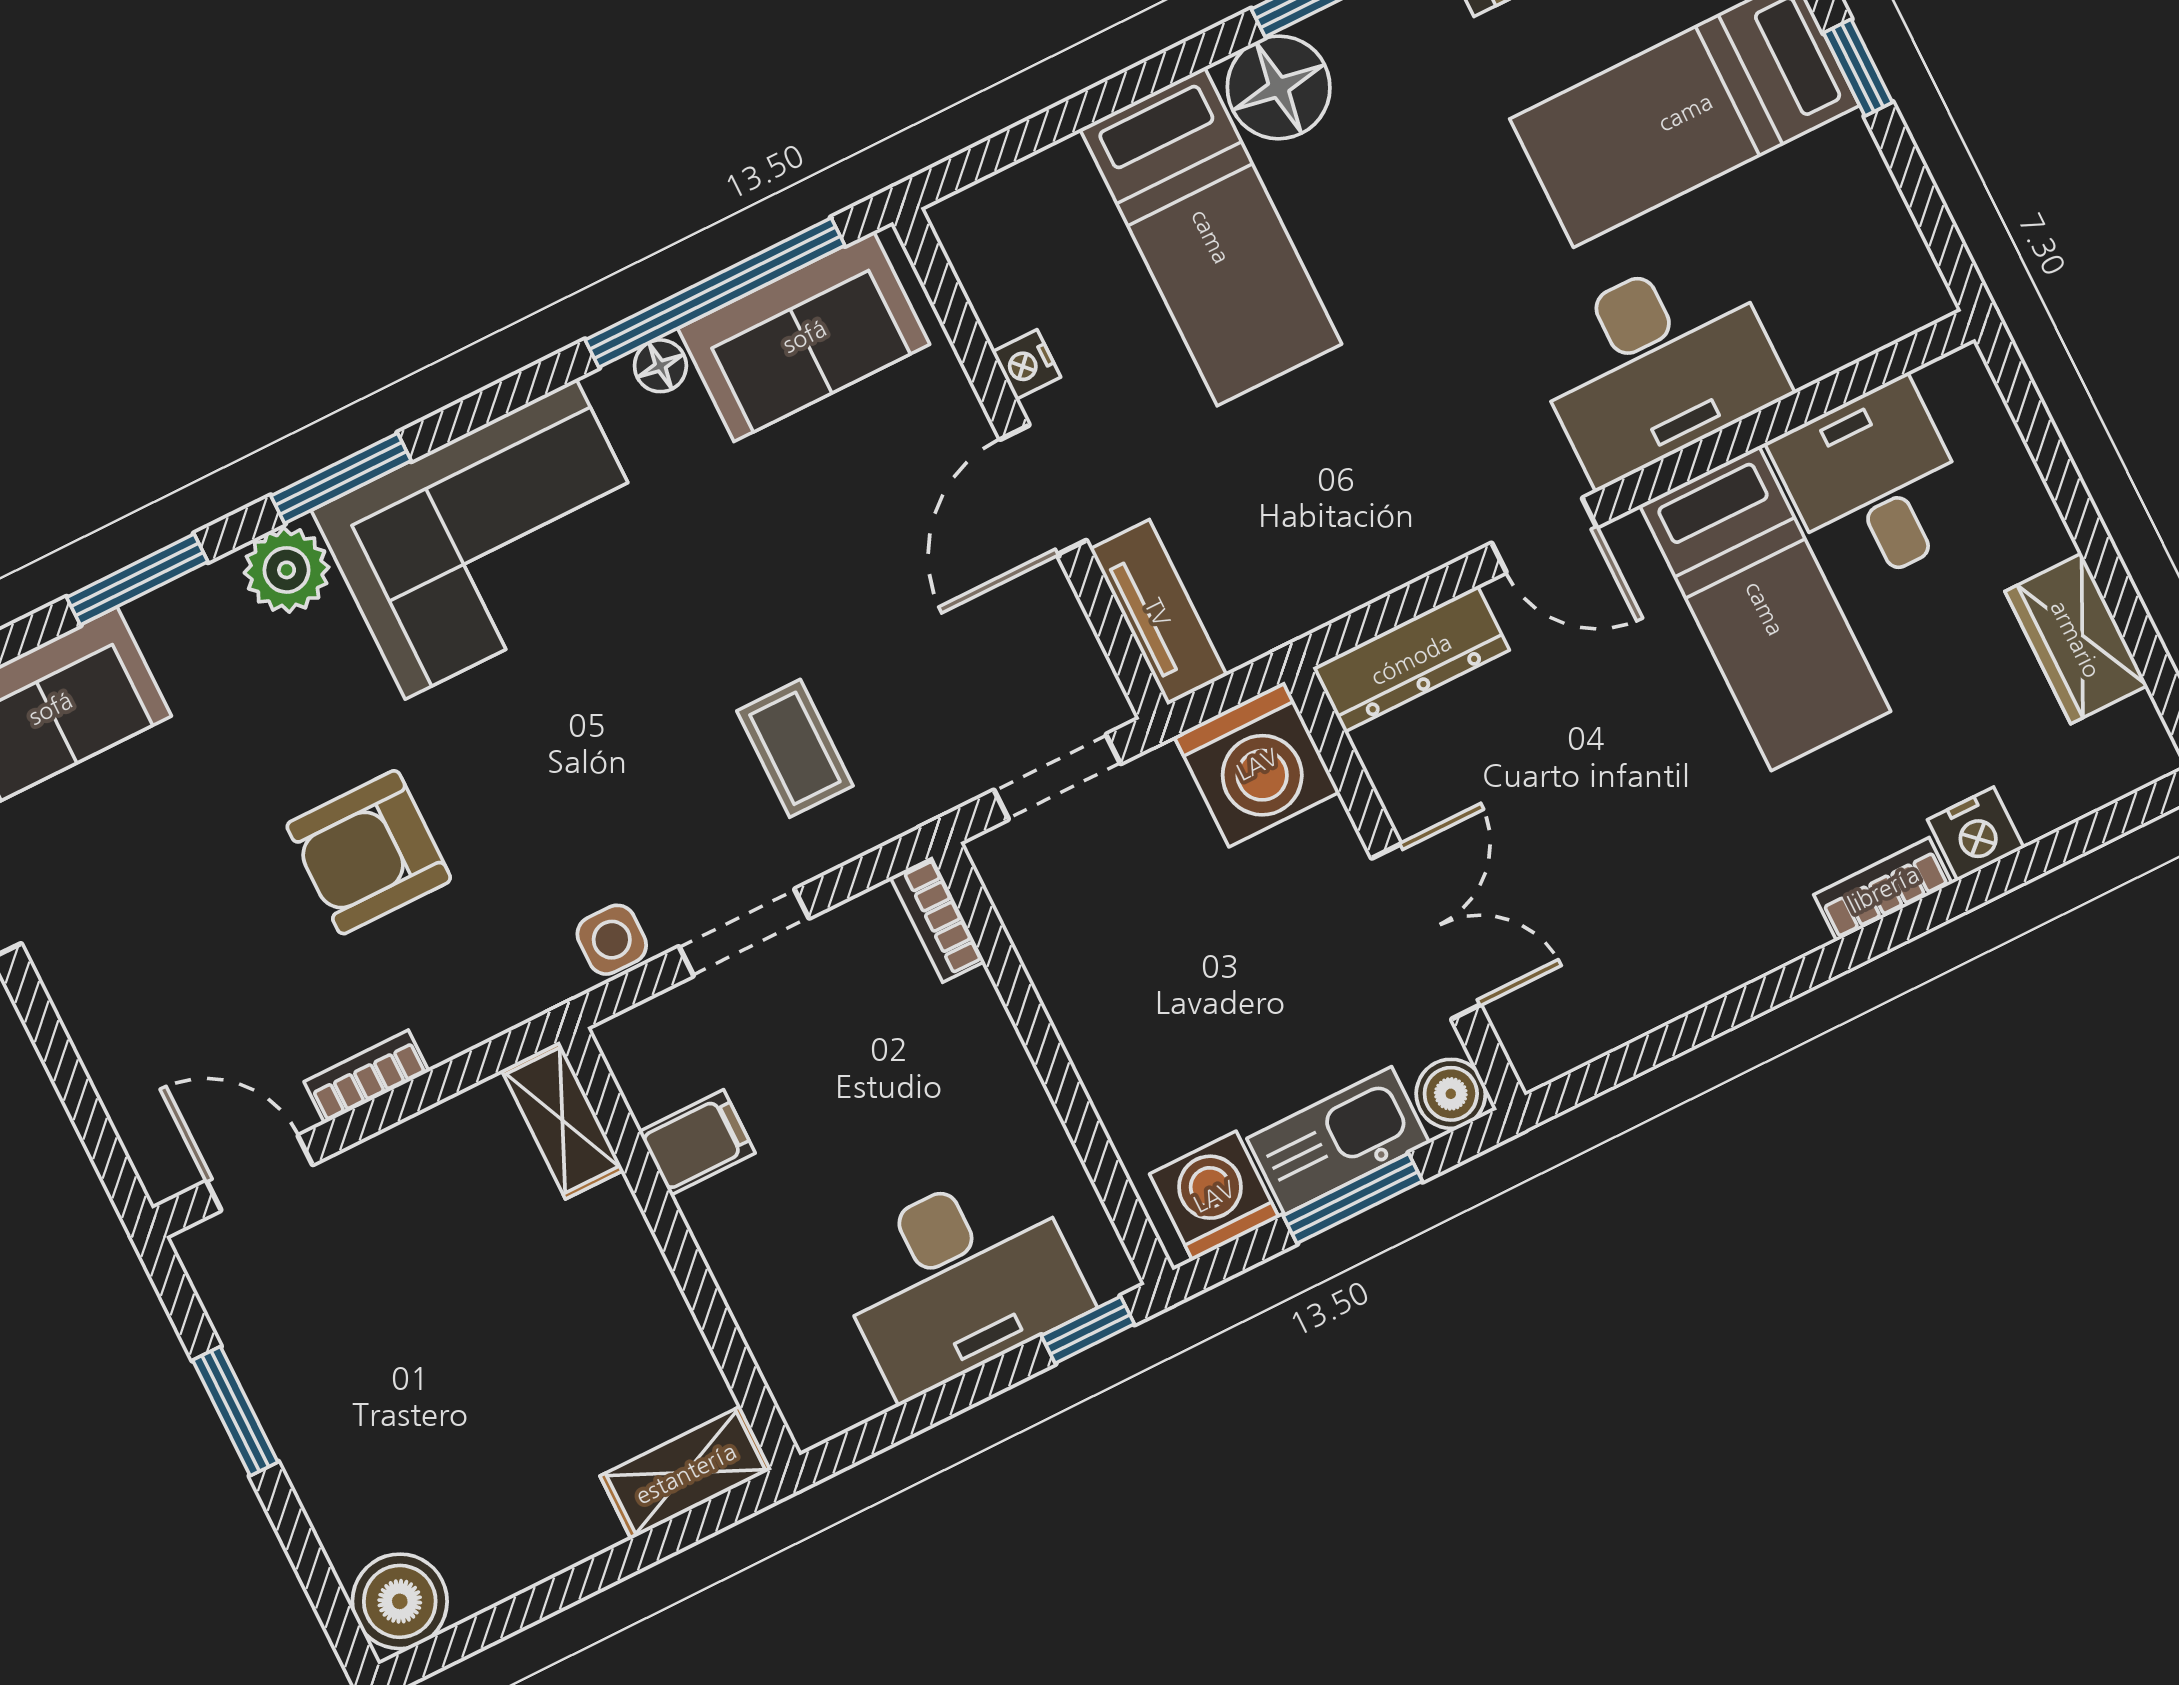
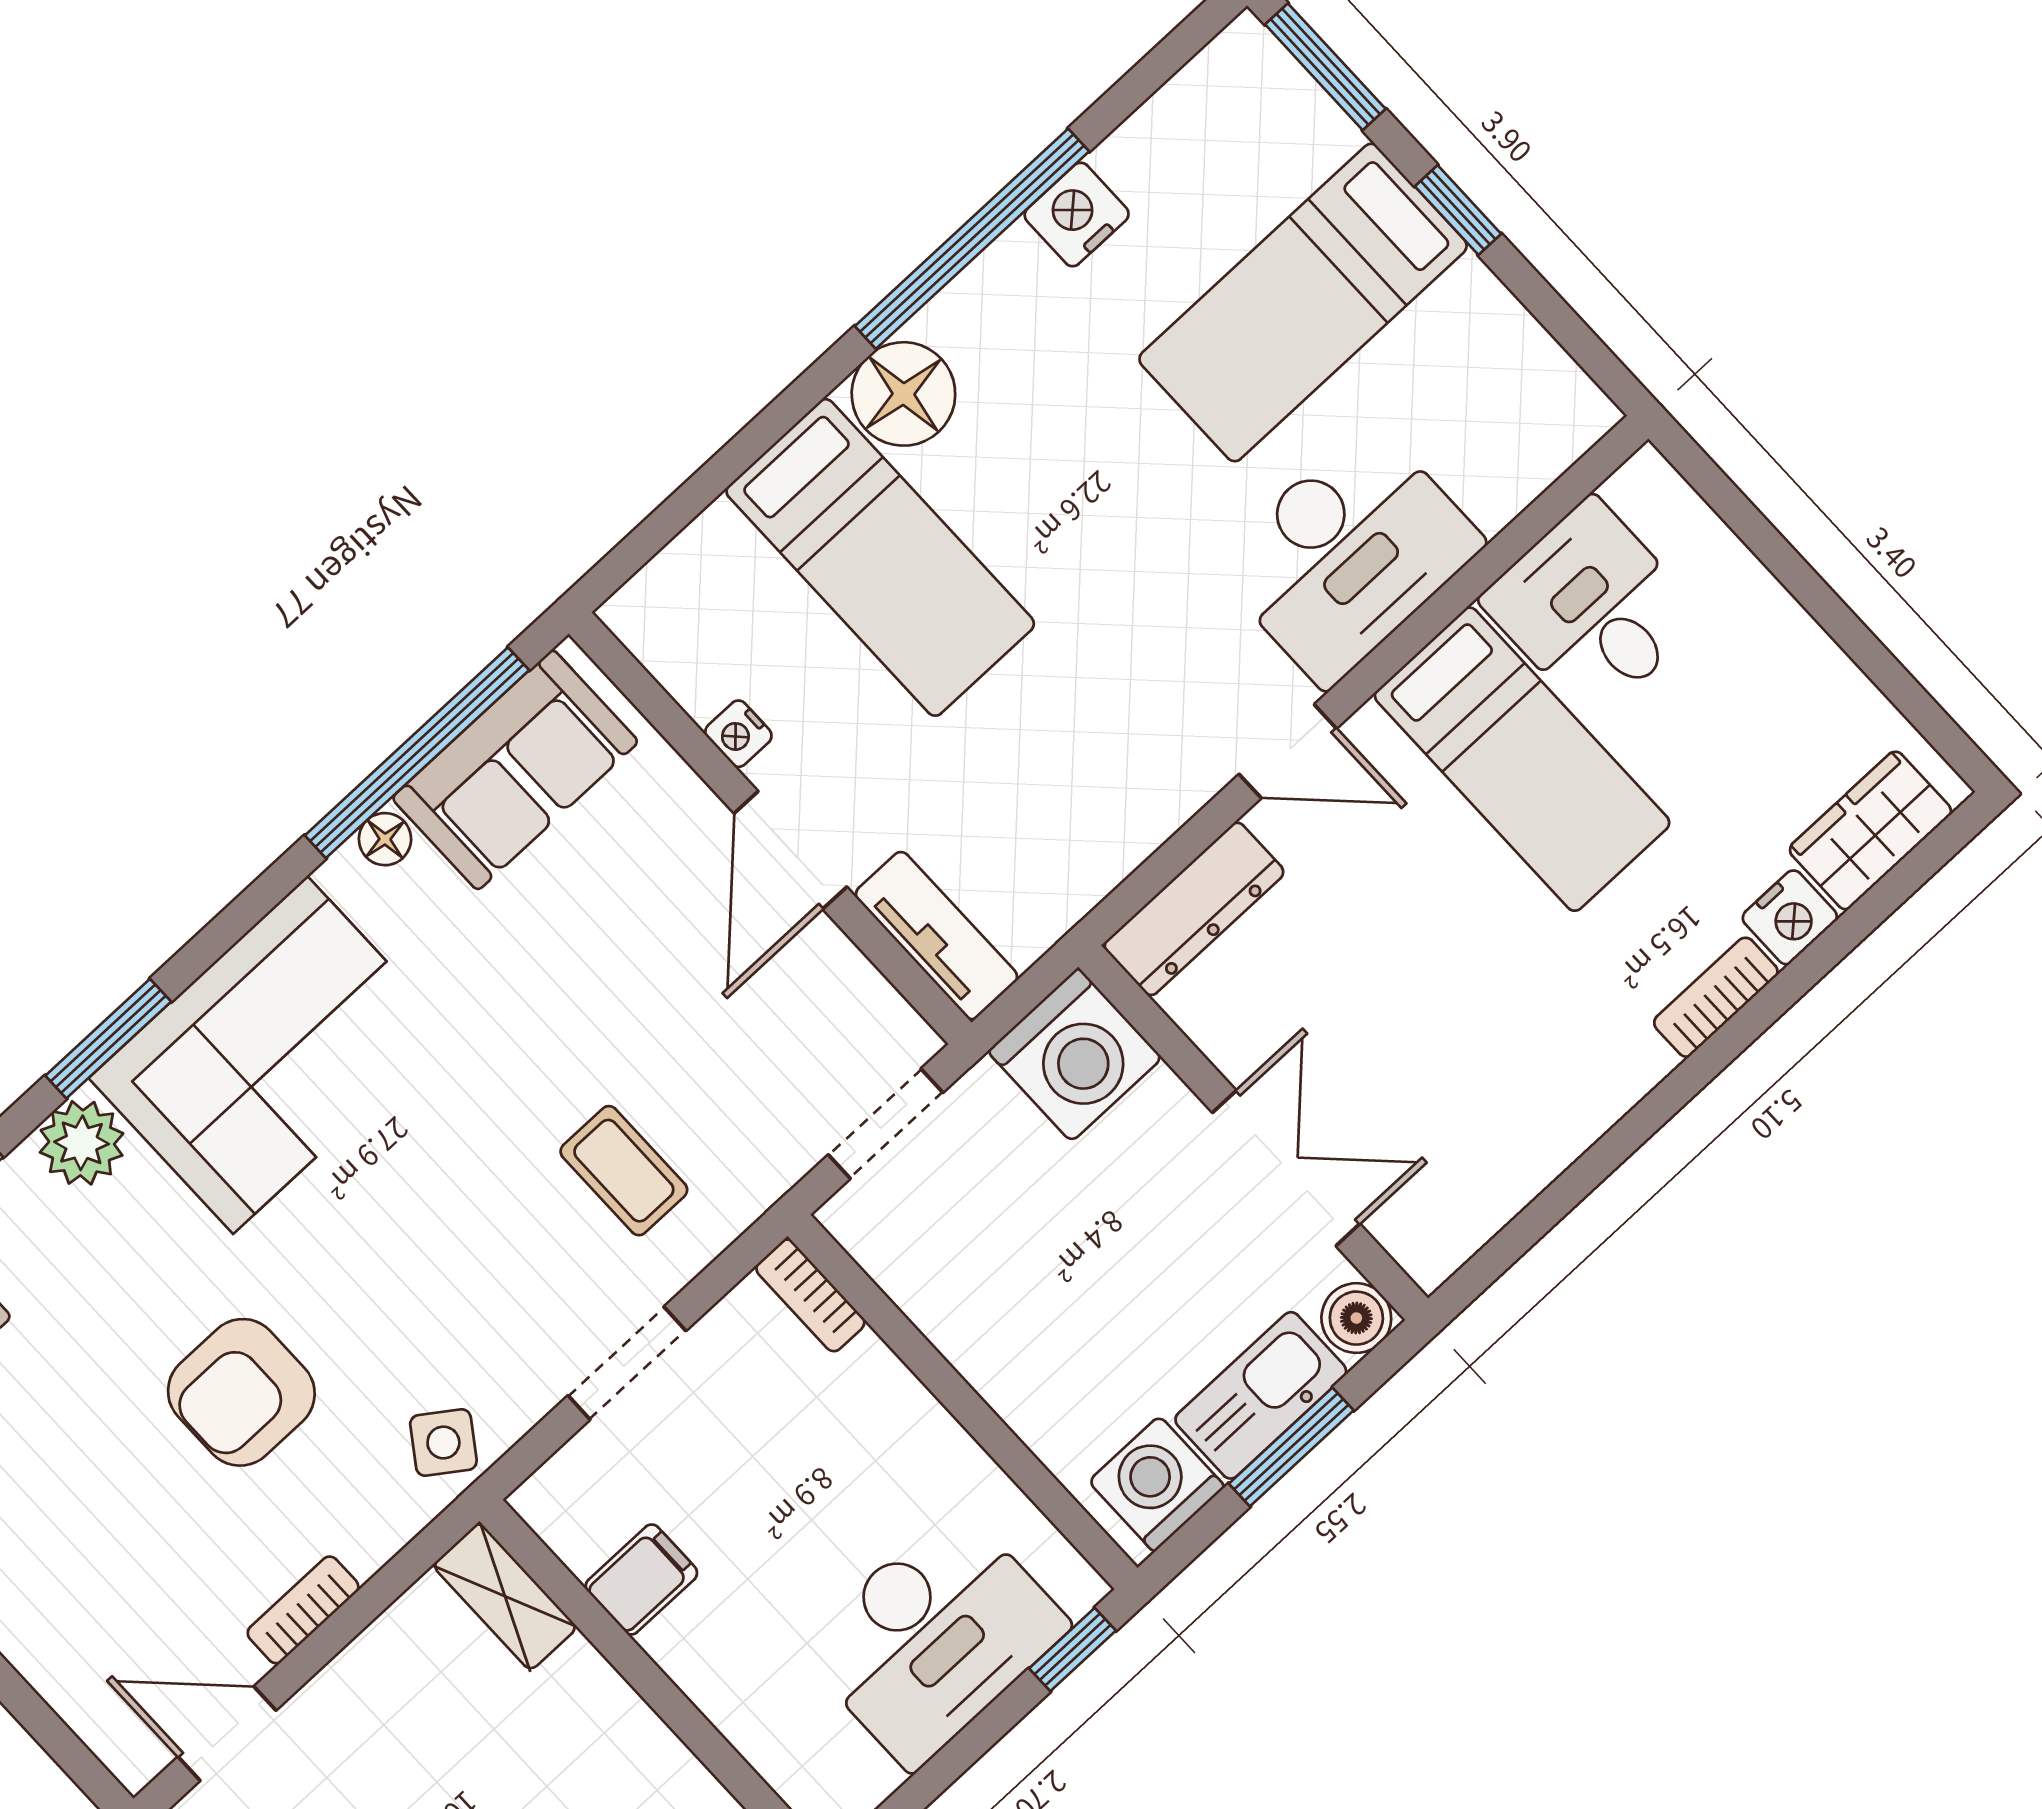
wardrobe: (2076, 639) -> (1870, 830), moved, turned 90
side table: (612, 940) -> (443, 1442), moved, turned 35

